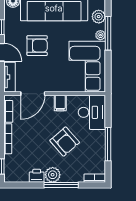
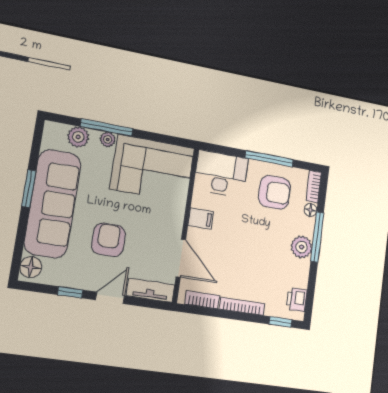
armchair: (65, 142) -> (274, 192), moved, turned 41
printer: (37, 176) -> (297, 300), moved
floor lamp: (78, 178) -> (311, 210), added

